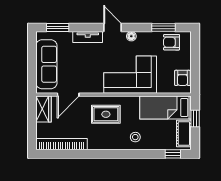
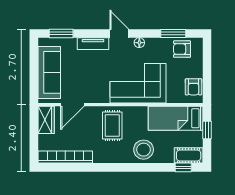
rug: (106, 114) -> (112, 125), turned 90
cot: (184, 134) -> (189, 155), moved, turned 90
stool: (135, 137) -> (144, 150), width x1.89, depth x1.89

